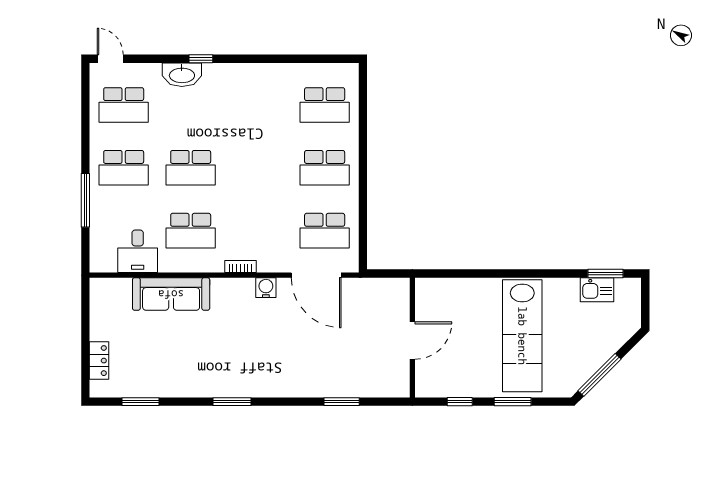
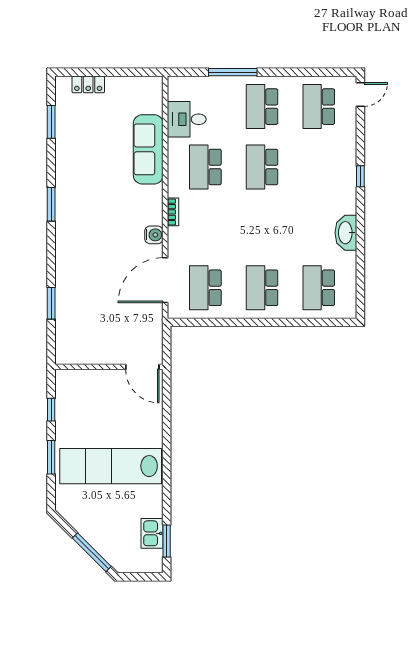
washbasin: (182, 75) -> (346, 233), moved
door: (412, 341) -> (142, 367), moved
window: (599, 375) -> (92, 552), moved

